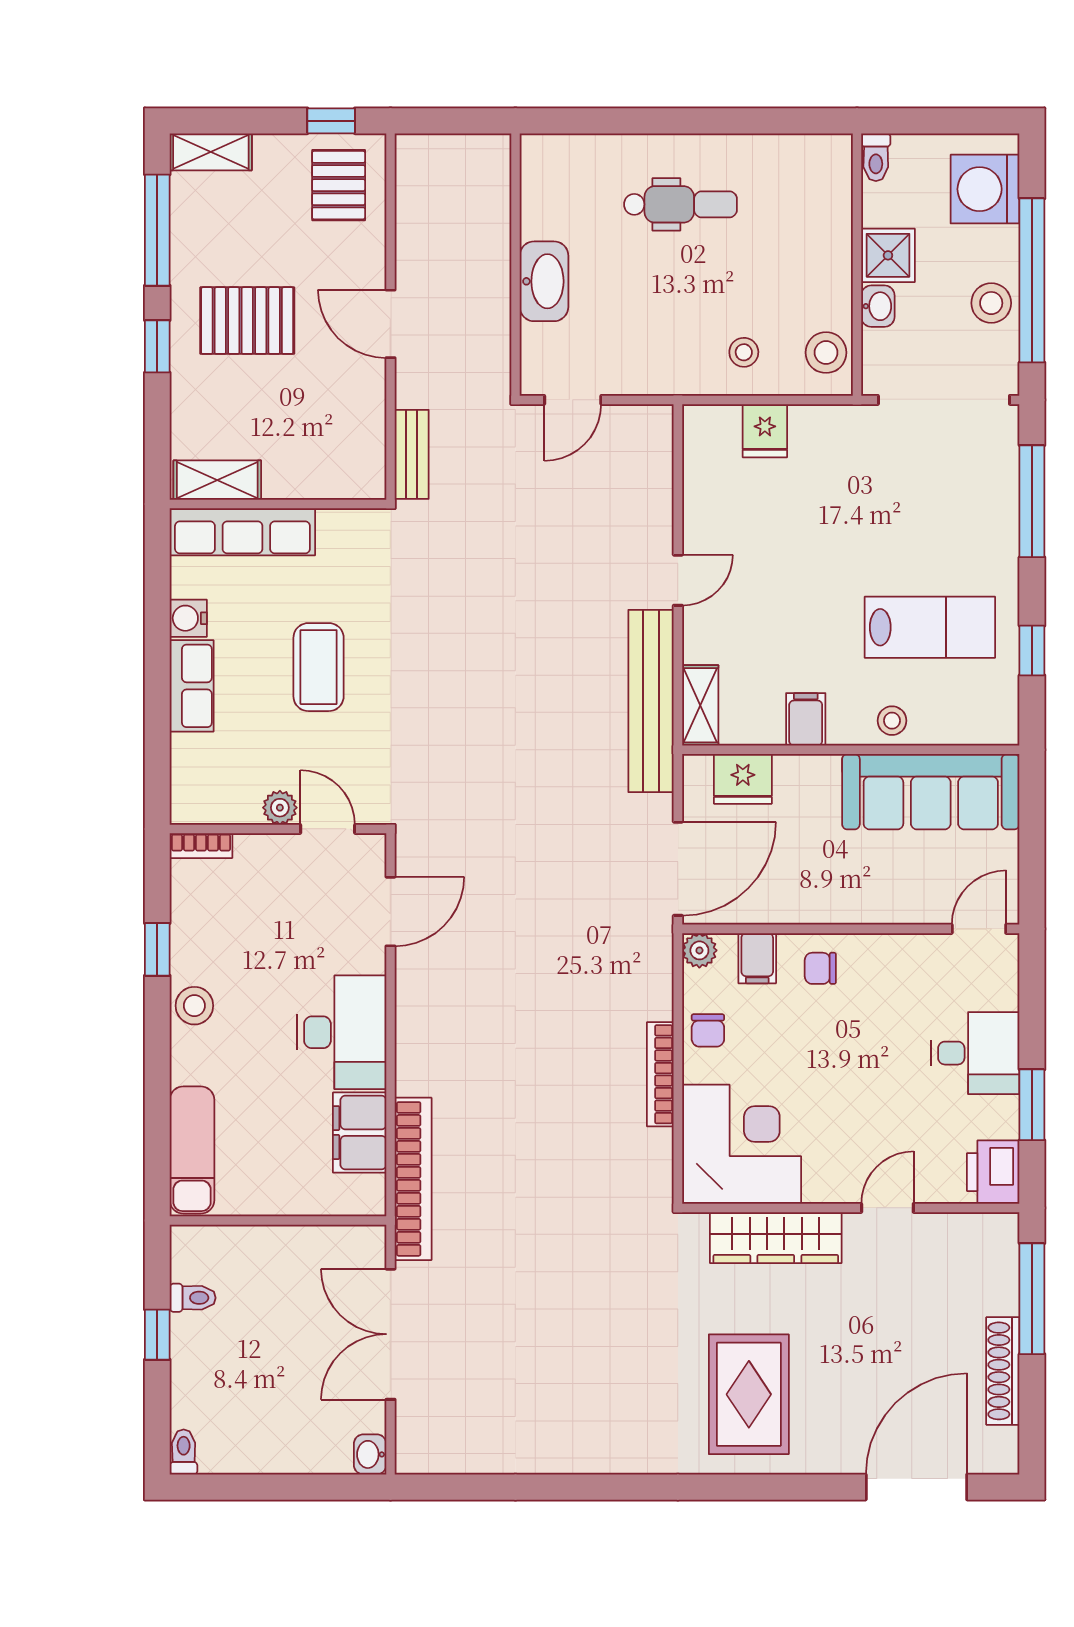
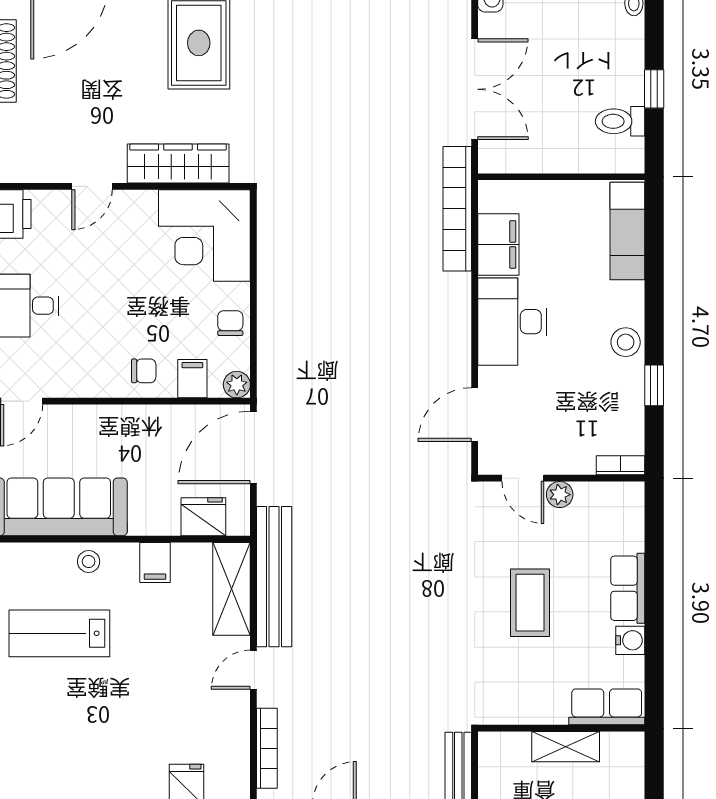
shelving: (217, 480) -> (566, 747), moved
row of seats: (242, 532) -> (607, 707), width x0.68
shelving: (700, 705) -> (232, 589), width x1.50, depth x1.33
bookcase: (660, 1074) -> (267, 748), moved
toilet: (193, 1298) -> (620, 121), width x1.37, depth x1.39

